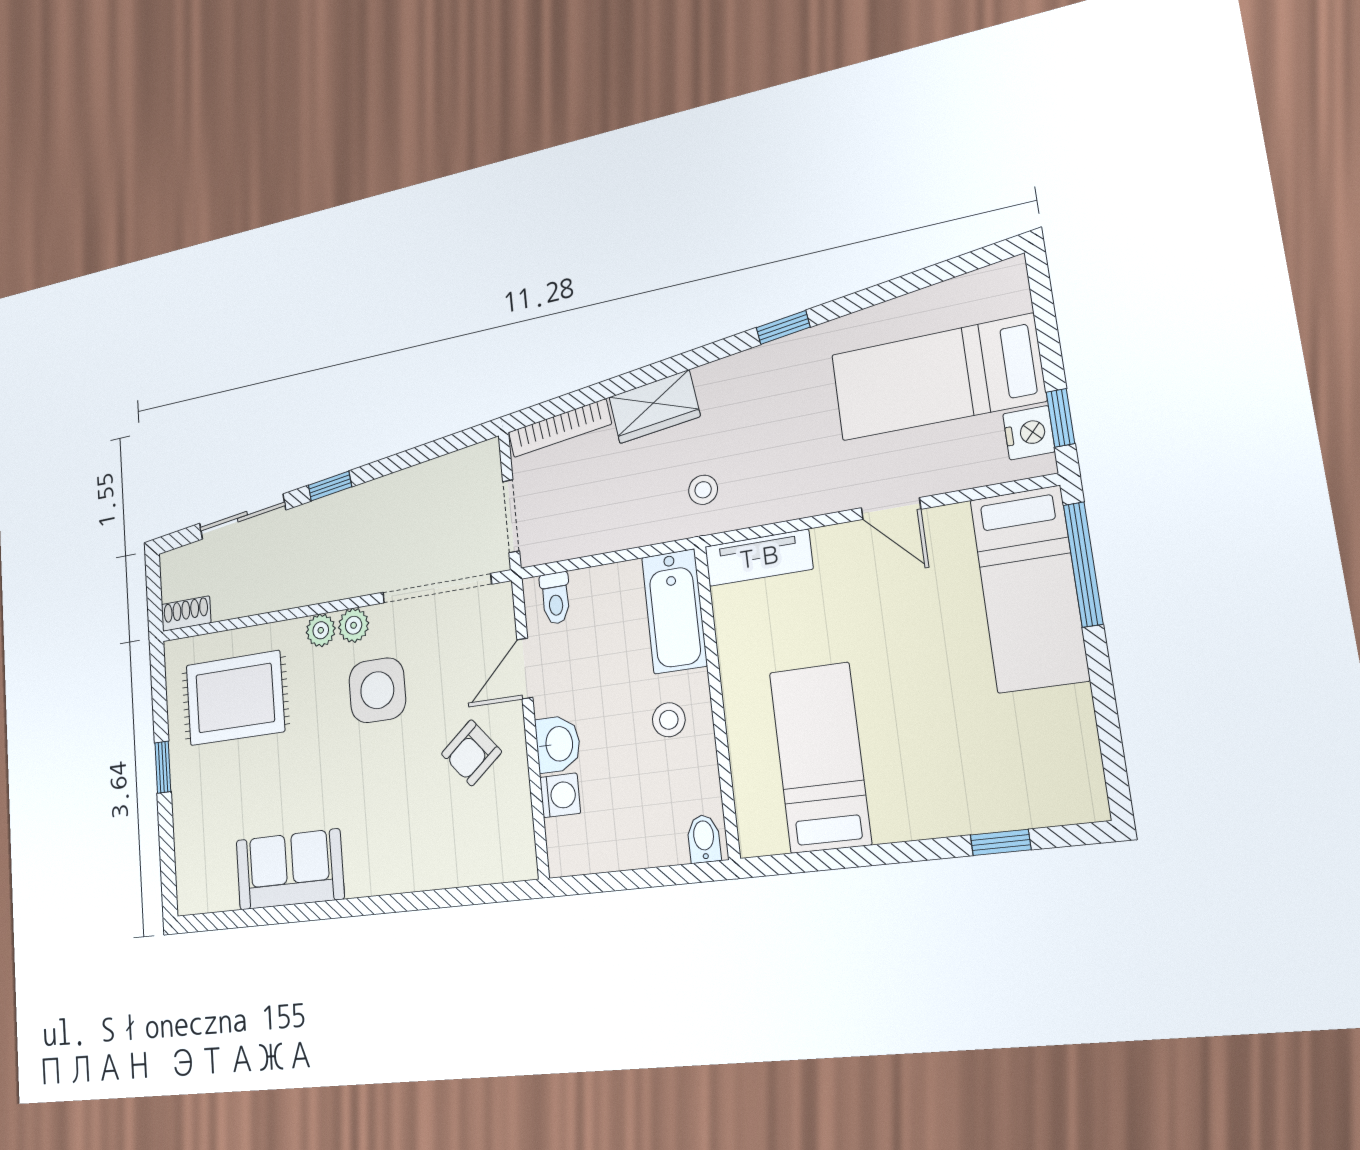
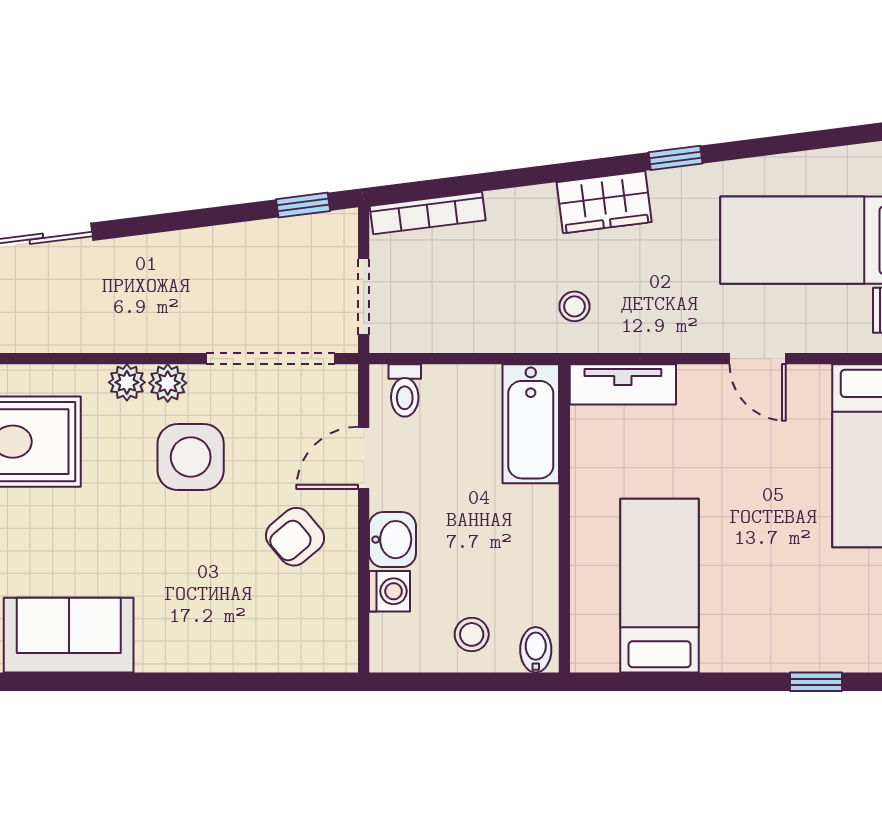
wardrobe: (654, 407) -> (604, 202), moved
window: (330, 486) -> (303, 205), moved
stool: (669, 720) -> (472, 634), moved

